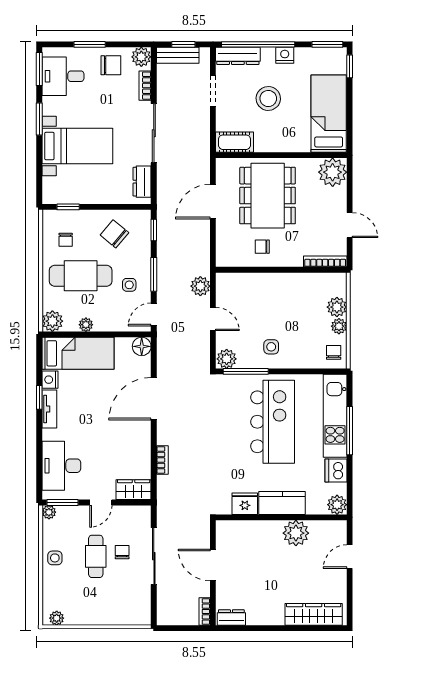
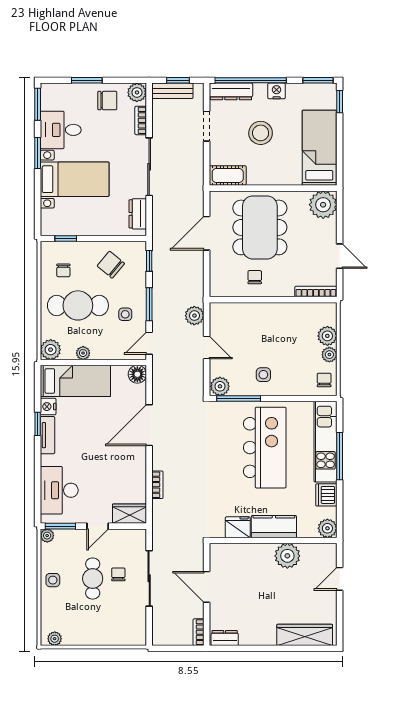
desk: (63, 76) -> (61, 130), moved
chair: (262, 247) -> (255, 277), turned 90

